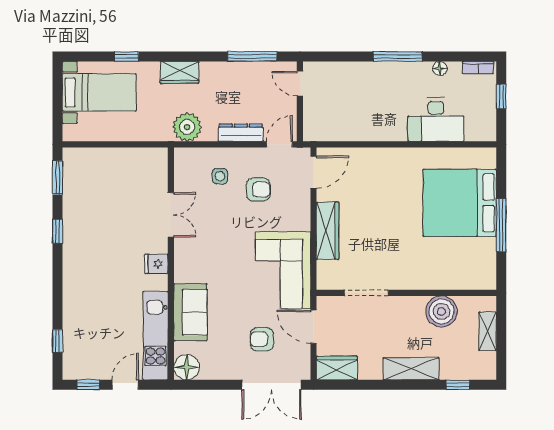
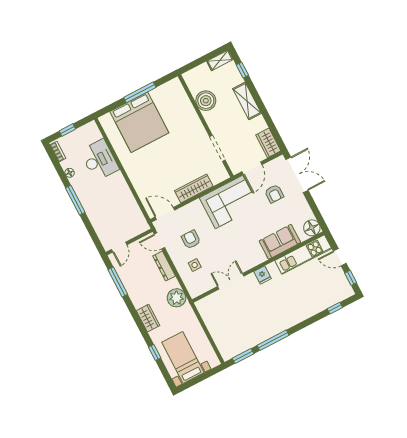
window: (58, 231) -> (273, 340), width x2.17
shelving: (488, 331) -> (220, 60), moved

